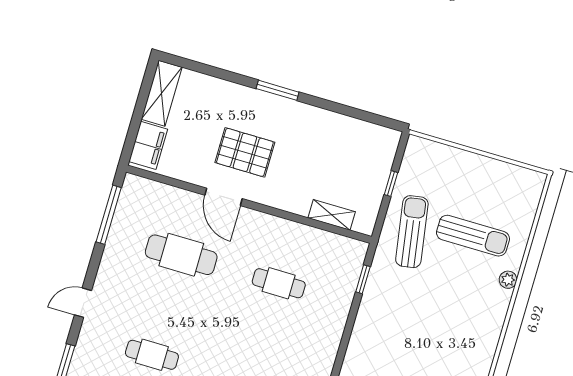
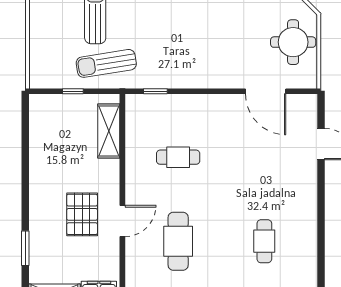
window: (278, 90) -> (25, 248), moved
shelving: (332, 215) -> (109, 131), width x1.50, depth x1.33
cafe table: (279, 283) -> (178, 157), turned 90

